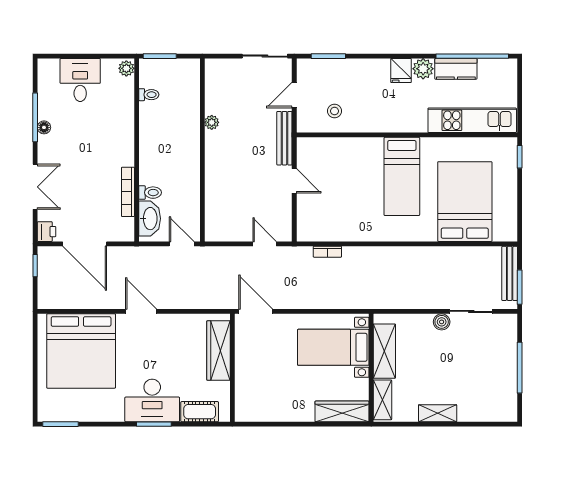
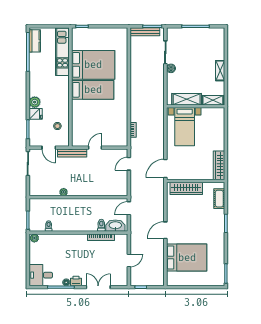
plant: (423, 69) -> (35, 102), moved
kitchen counter: (456, 69) -> (35, 41), moved
fridge: (401, 71) -> (36, 114), moved
desk: (80, 80) -> (41, 275), moved
bed: (465, 202) -> (93, 65), moved, turned 180
printer: (47, 232) -> (76, 281), moved
door: (85, 244) -> (129, 260), width x0.53
bed: (81, 351) -> (187, 258), width x0.73
desk: (152, 400) -> (213, 224), removed
wardrobe: (342, 411) -> (219, 165), moved

